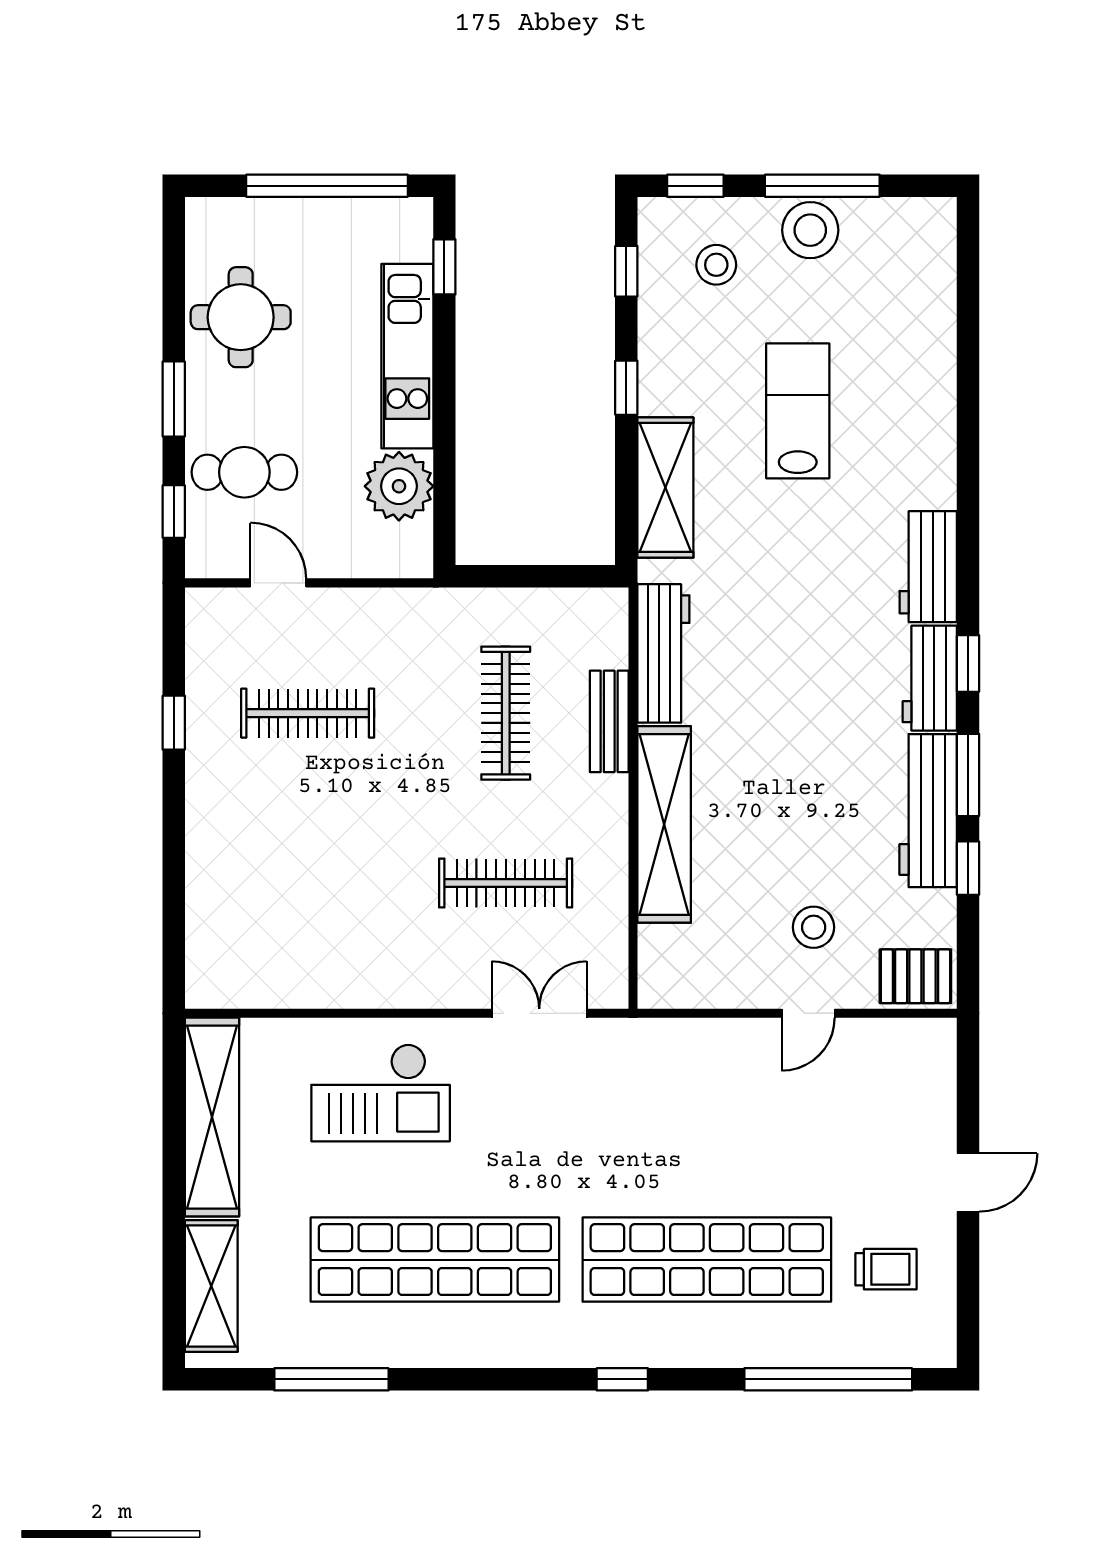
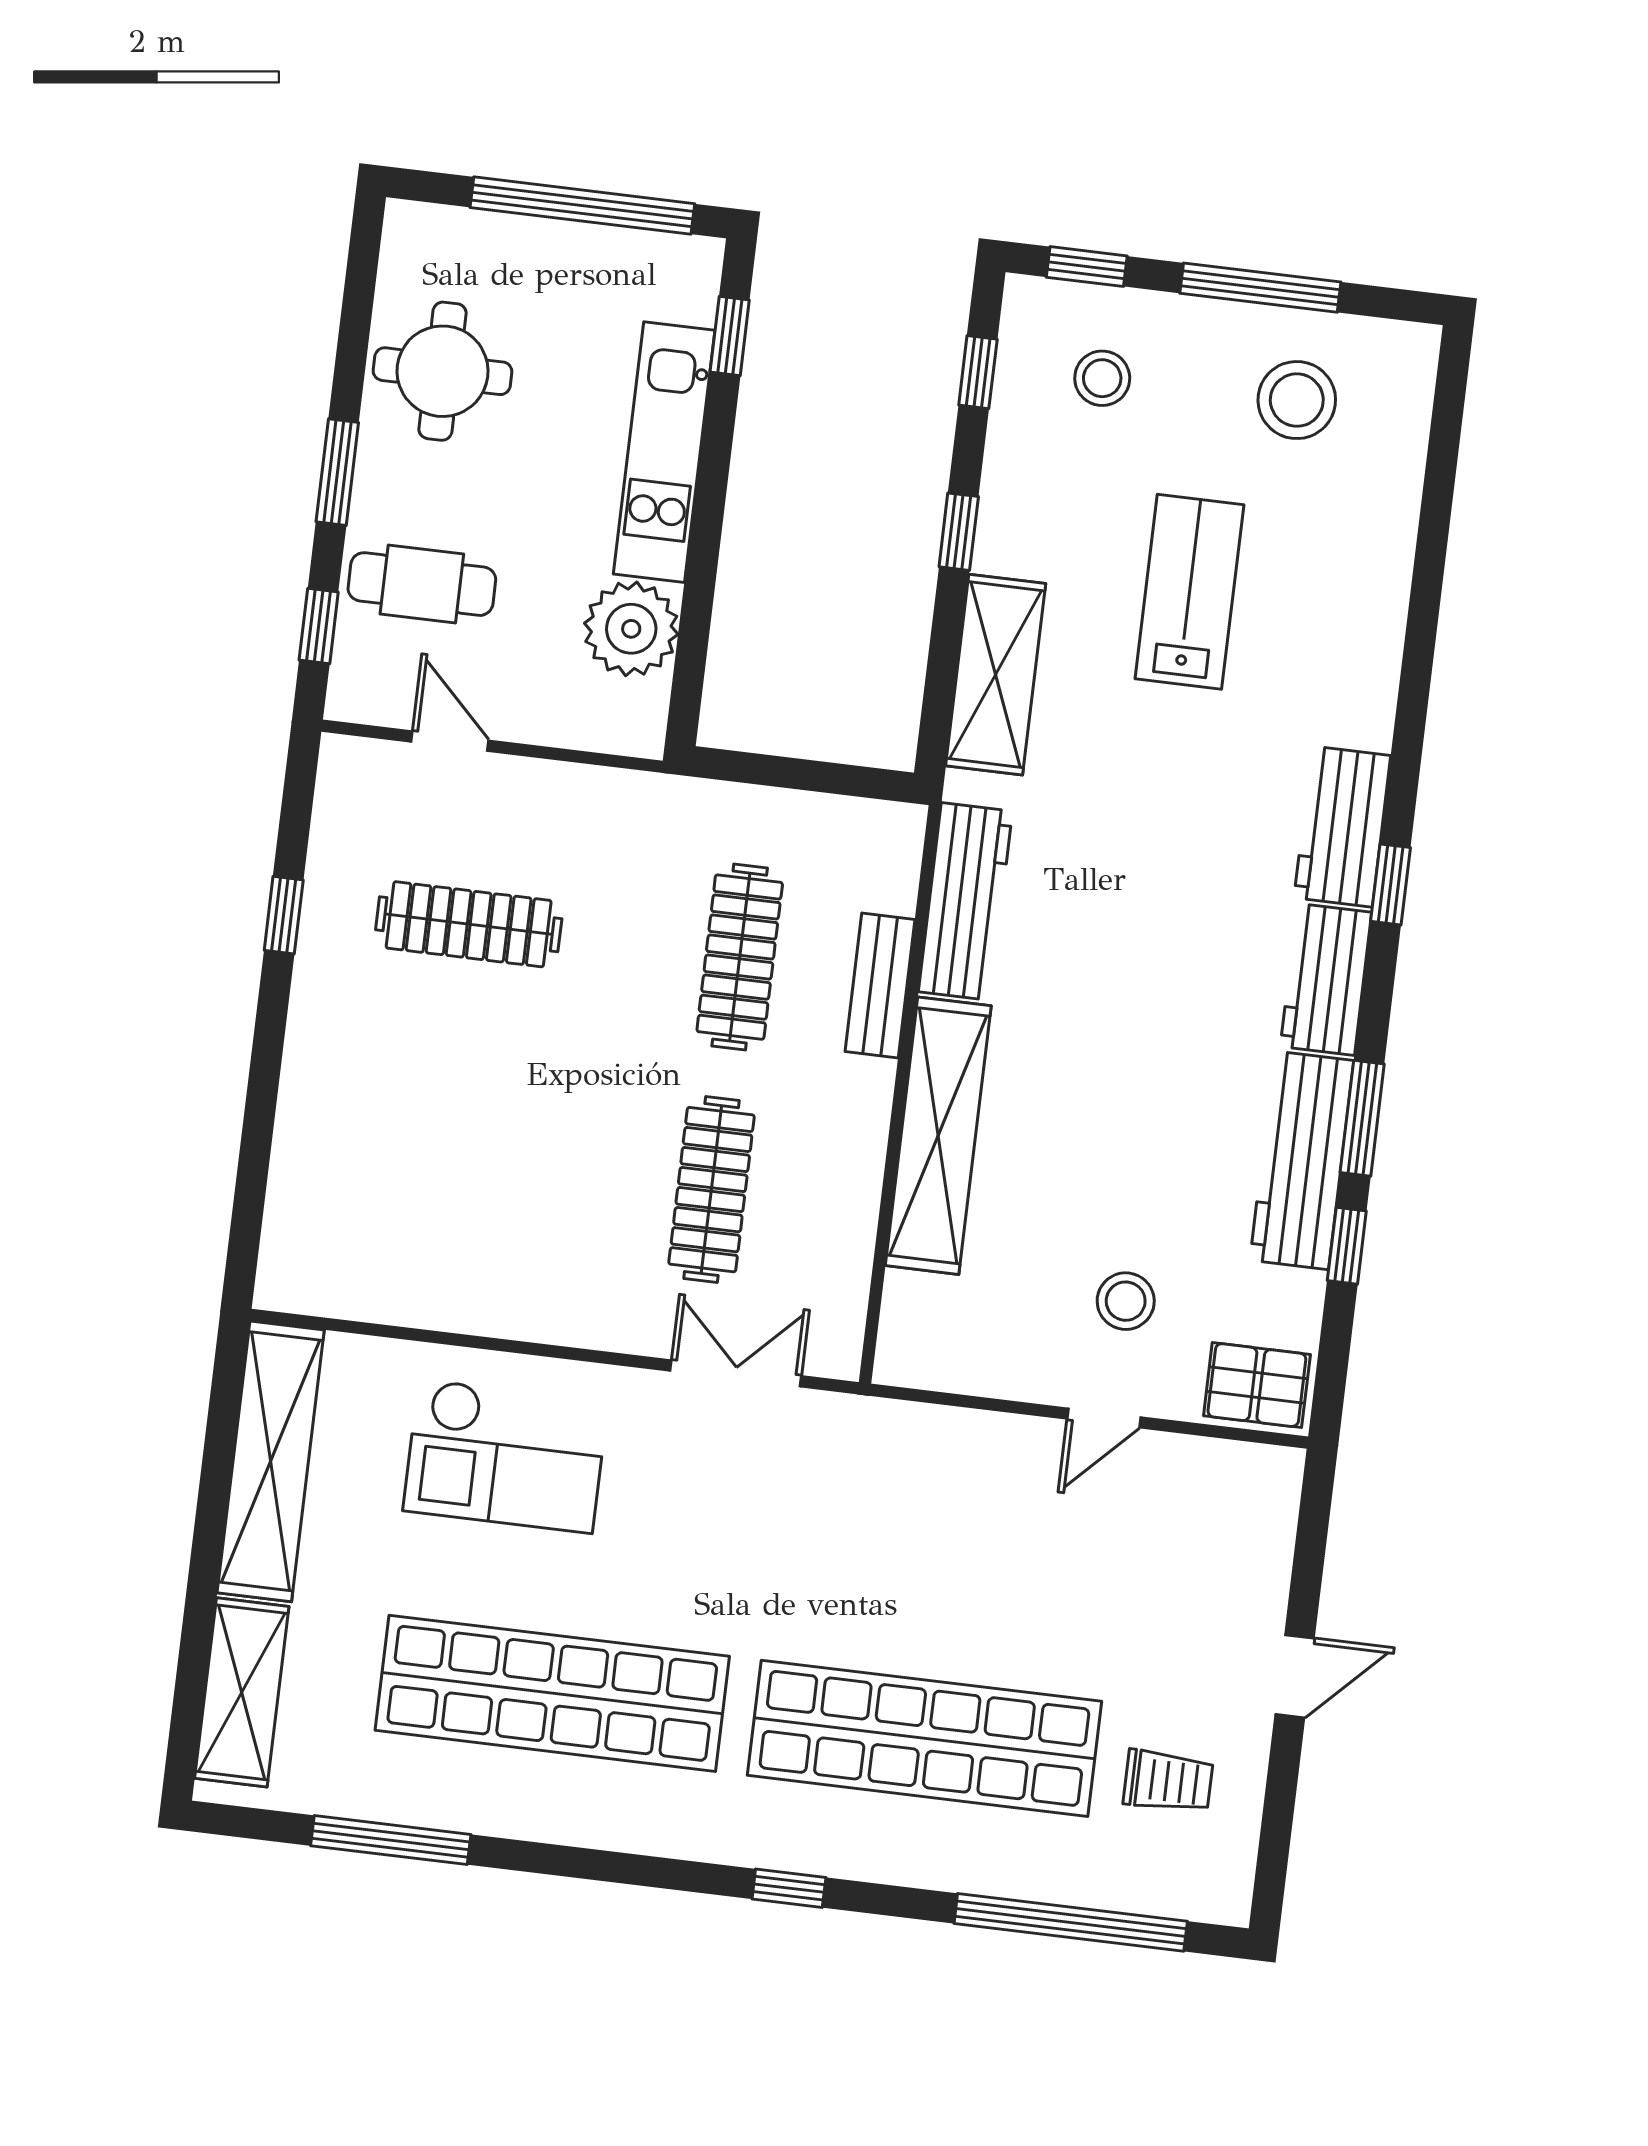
stool: (810, 230) -> (1297, 400), moved
window: (968, 663) -> (1390, 884), moved
clothes rail: (506, 883) -> (712, 1190), turned 90

